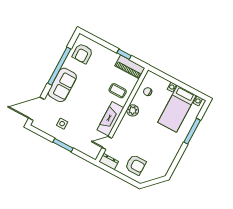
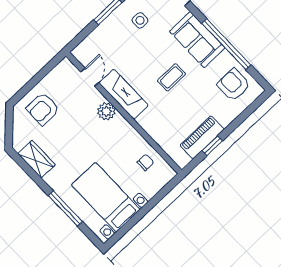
piano: (130, 67) -> (202, 137), moved
coffee table: (118, 91) -> (171, 77), moved
plant: (133, 110) -> (106, 111), moved
wardrobe: (168, 159) -> (37, 159), added
dresser: (109, 162) -> (61, 71), removed

